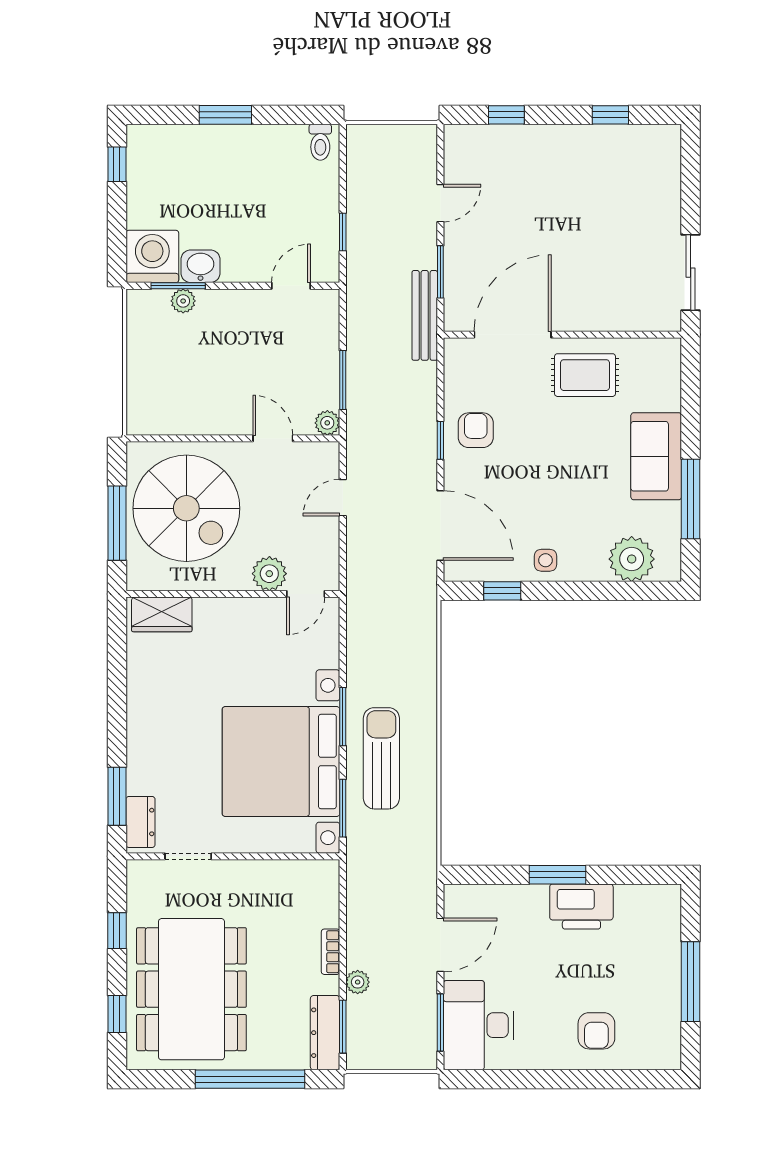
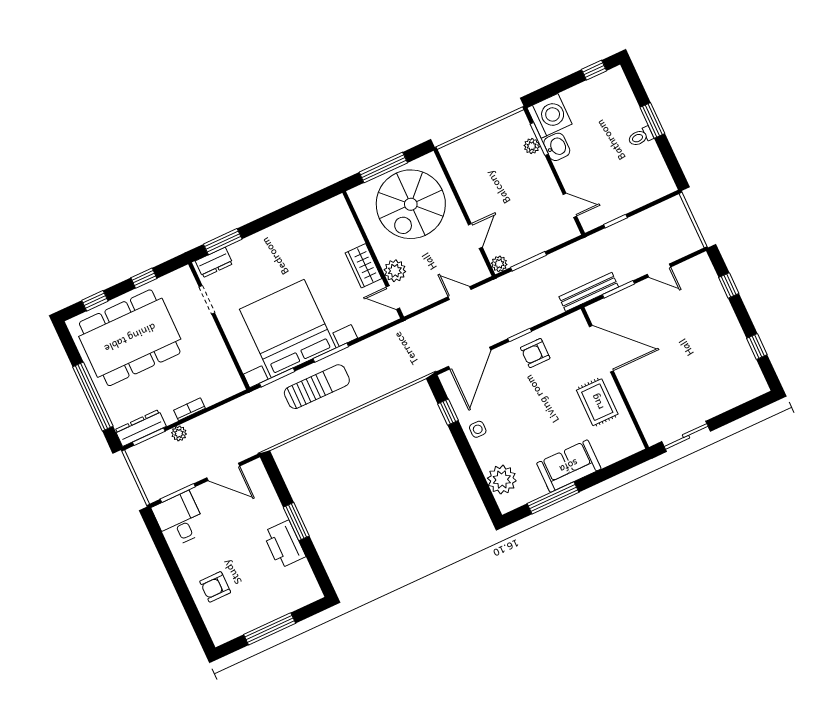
toilet: (320, 142) -> (641, 137), moved
armchair: (476, 430) -> (535, 353), turned 180
wardrobe: (162, 614) -> (364, 266), moved
desk: (479, 1025) -> (179, 519), width x0.73

